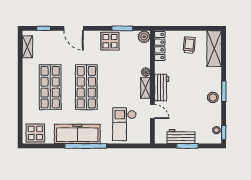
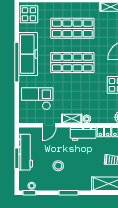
workbench: (162, 88) -> (83, 134), moved
stool: (213, 97) -> (58, 166), moved
workbench: (181, 137) -> (26, 152), width x1.37

